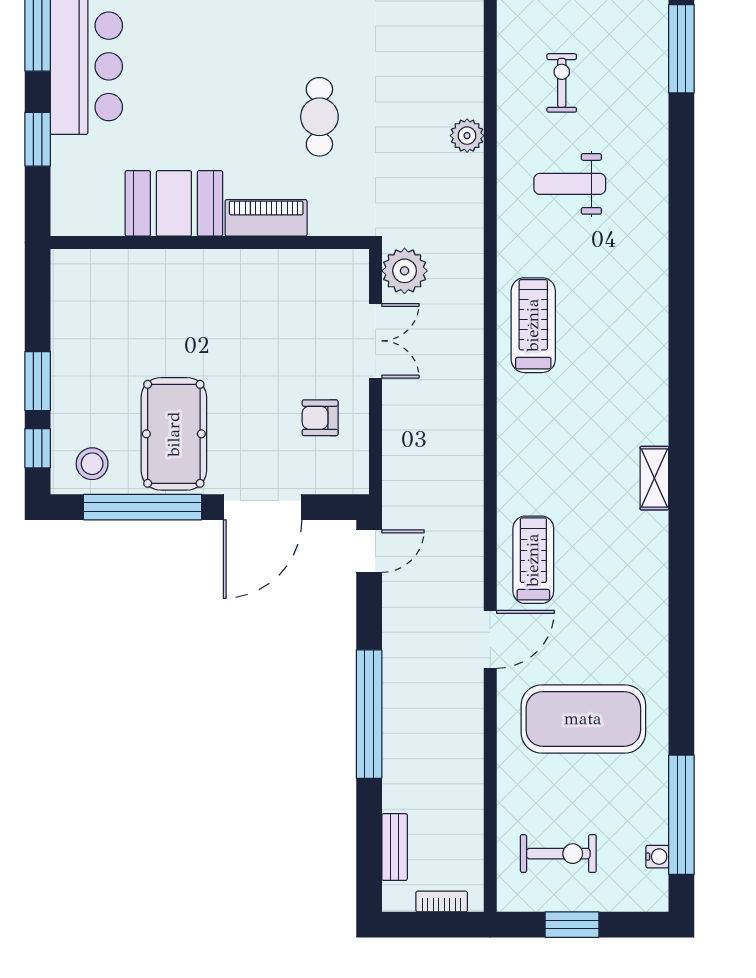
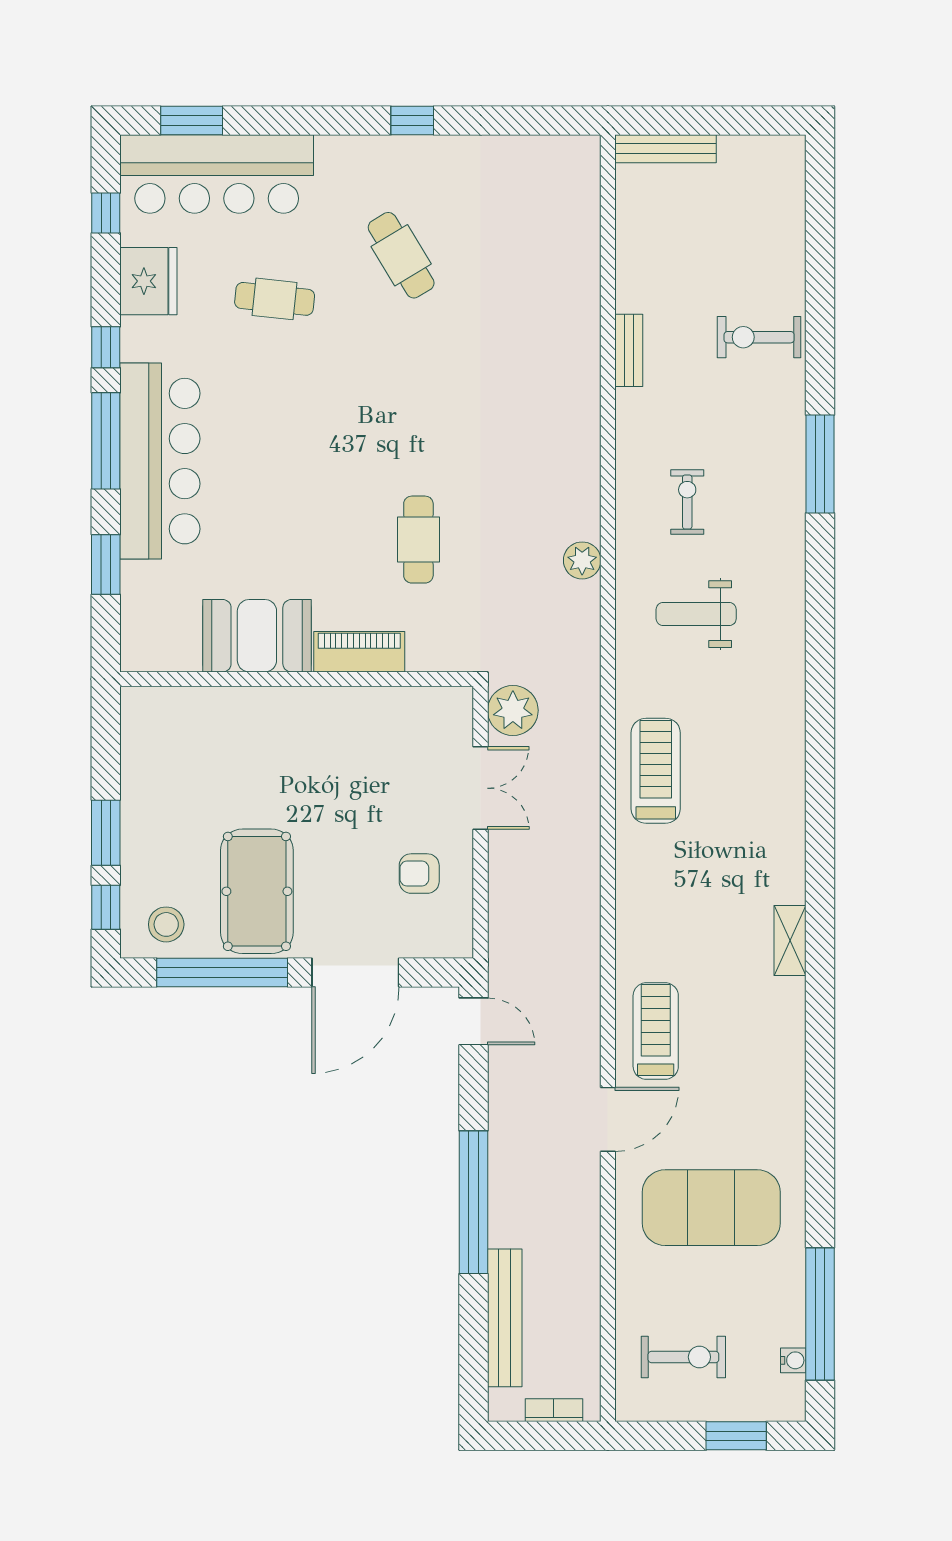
door: (369, 551) -> (473, 1021), hinge flipped
bench: (395, 847) -> (505, 1318), width x1.86, depth x1.21
window: (572, 925) -> (736, 1436), moved

